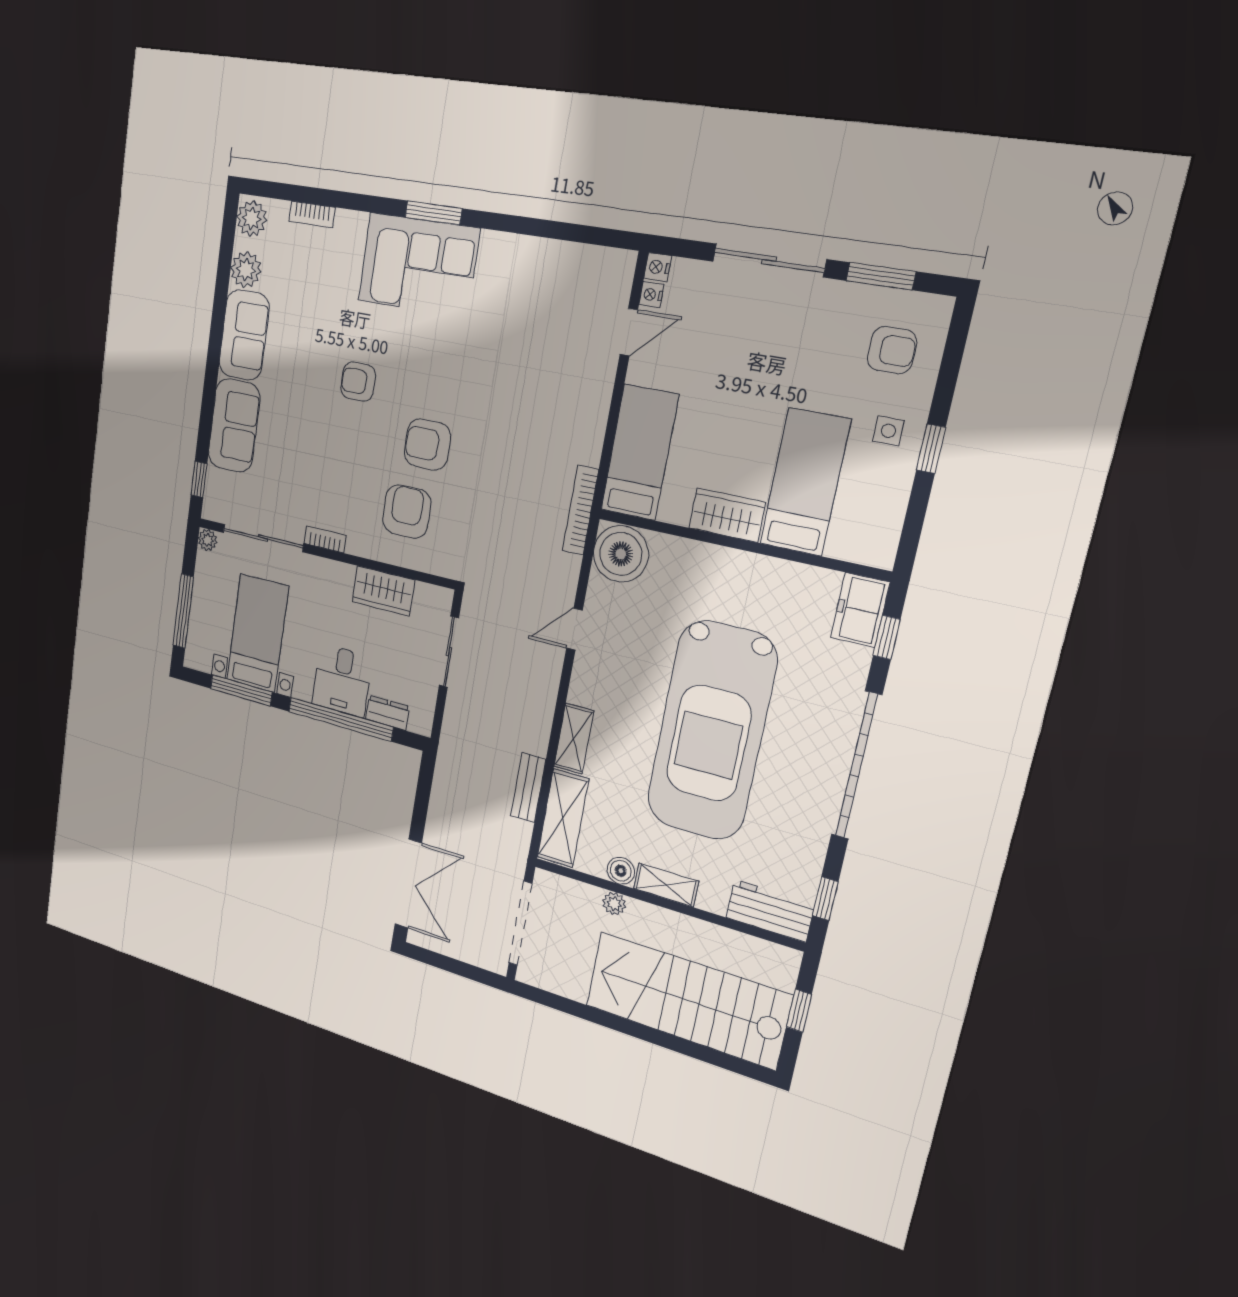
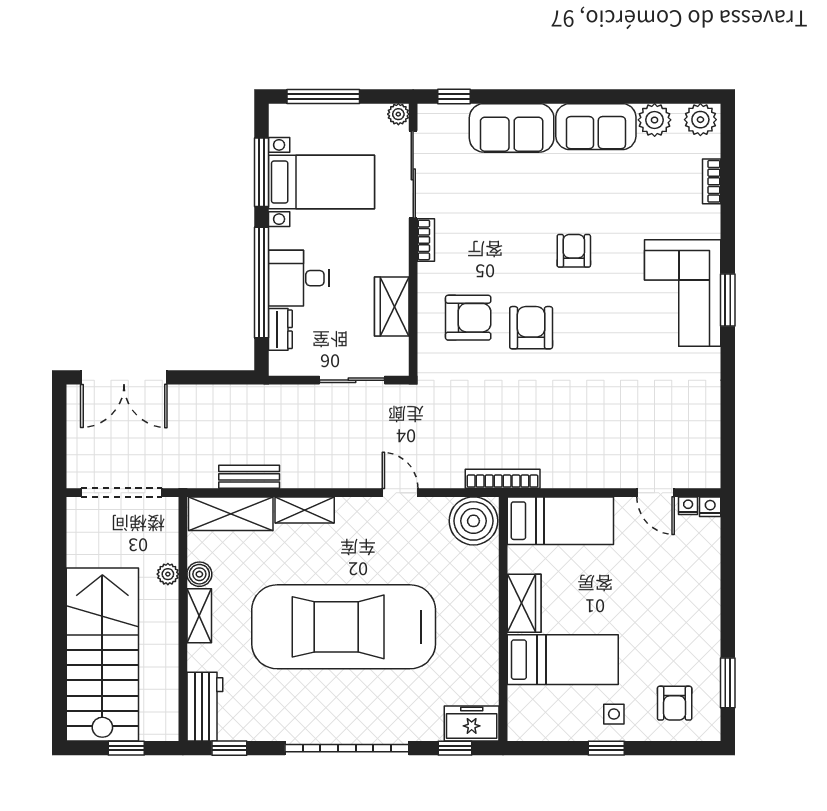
sliding door: (769, 260) -> (728, 595), removed

